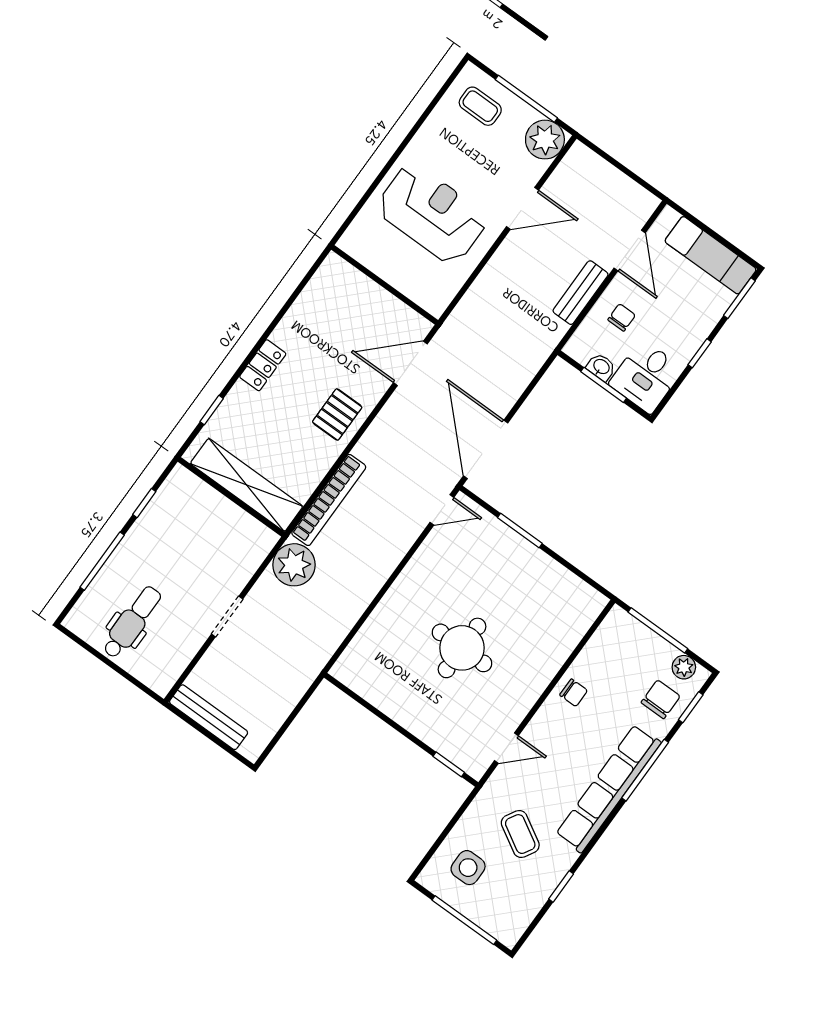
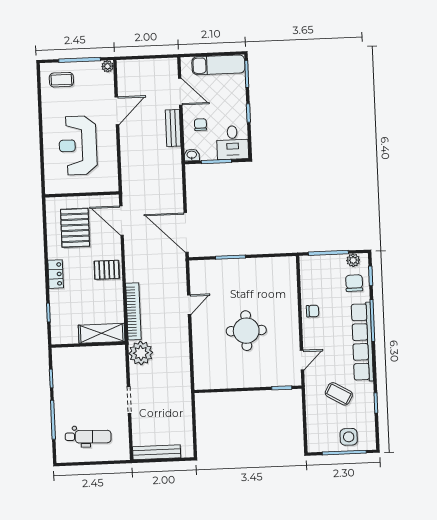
plant: (545, 140) -> (107, 66), width x0.53, depth x0.53
reception desk: (432, 214) -> (78, 145), turned -90
pallet: (339, 323) -> (75, 228), added
door: (410, 363) -> (122, 221), hinge flipped
washbasin: (601, 367) -> (192, 155), moved
pallet: (337, 414) -> (107, 270), turned 90
shelving: (247, 485) -> (102, 333), width x0.68
door: (442, 510) -> (189, 305), moved
dental chair: (132, 622) -> (88, 437), turned 92
side table: (468, 868) -> (349, 437), moved

